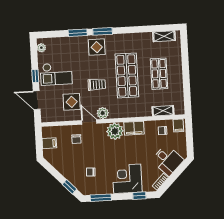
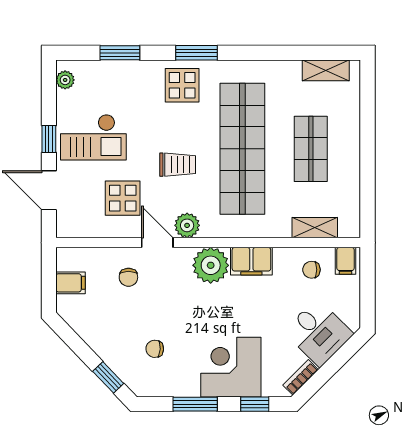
window: (78, 33) -> (120, 53), moved
shop shelf: (127, 75) -> (242, 149), width x1.40
window: (101, 198) -> (195, 404), moved

